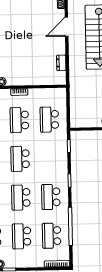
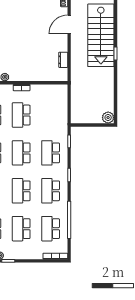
school desk: (49, 120) -> (51, 153), moved

